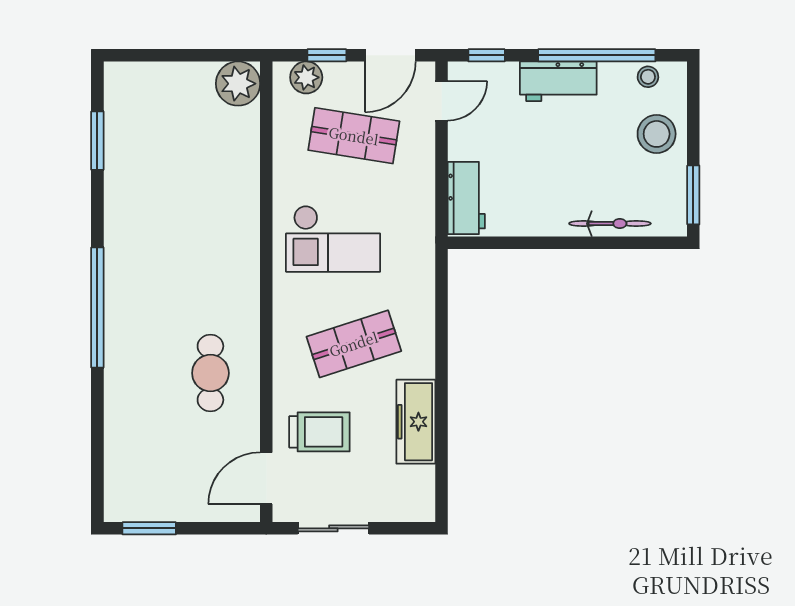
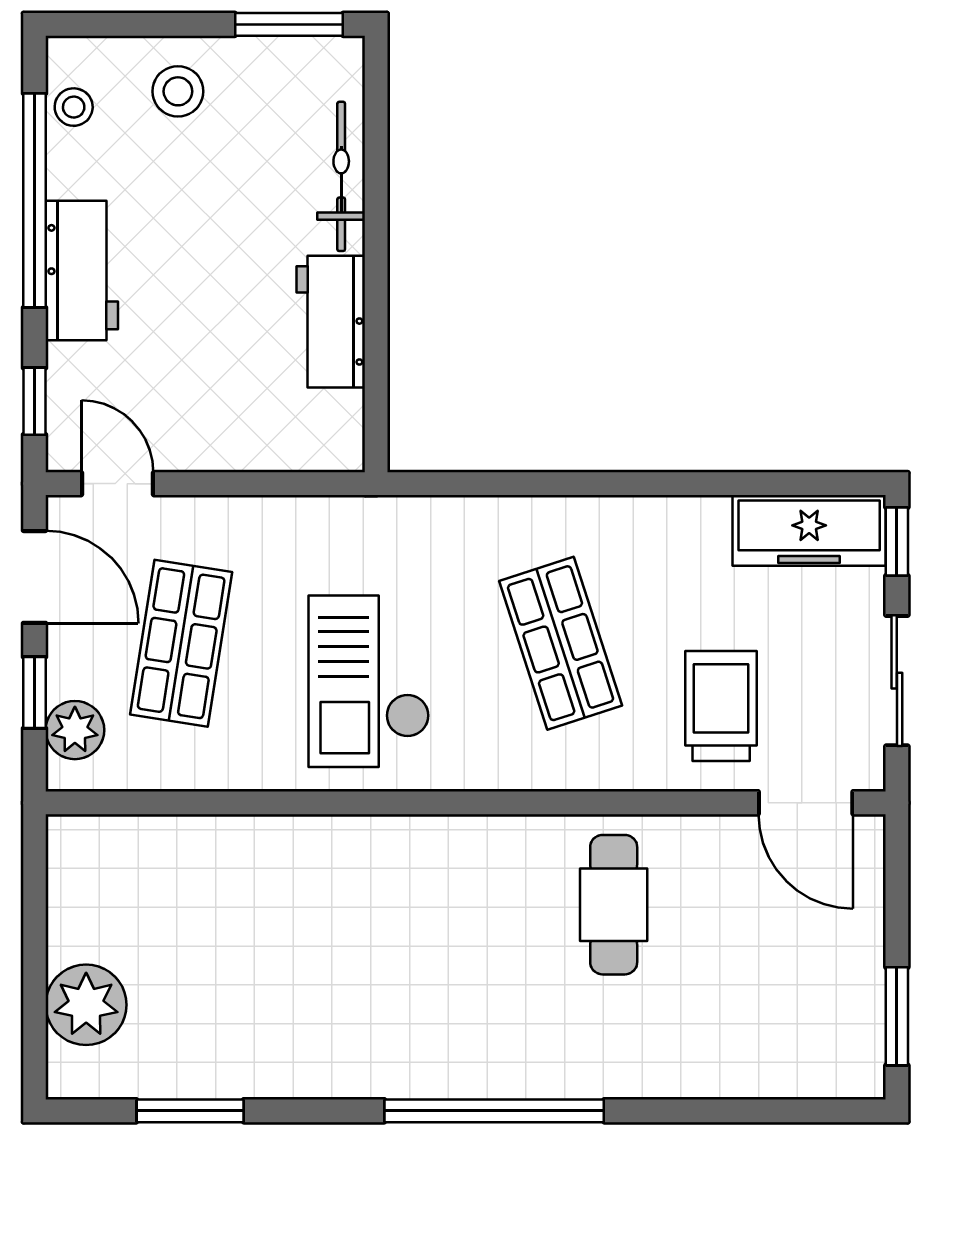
plant: (238, 84) -> (86, 1005), moved
stool: (657, 134) -> (178, 91), width x0.73, depth x0.73
workbench: (466, 198) -> (331, 322), moved, turned -90
checkout: (333, 239) -> (369, 681), turned 180
cafe table: (210, 373) -> (614, 905), turned 90
freezer: (416, 422) -> (809, 530), moved
window: (410, 528) -> (897, 542), added

